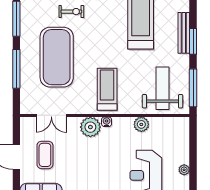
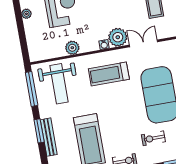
treadmill: (107, 89) -> (109, 74), turned 90
double door: (51, 115) -> (144, 43), moved

